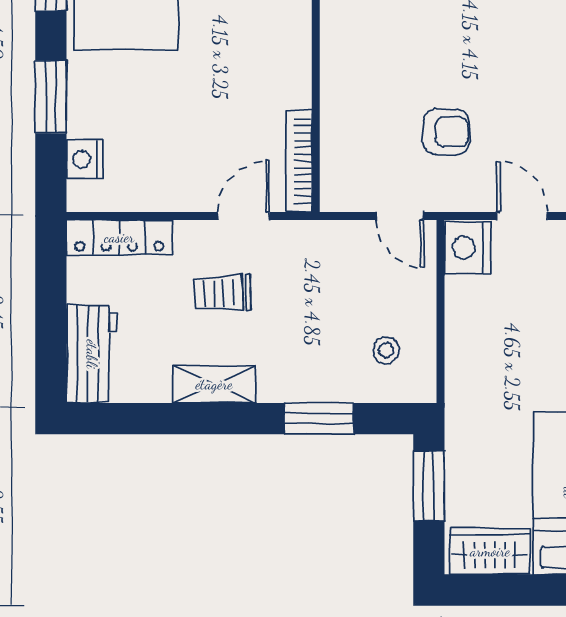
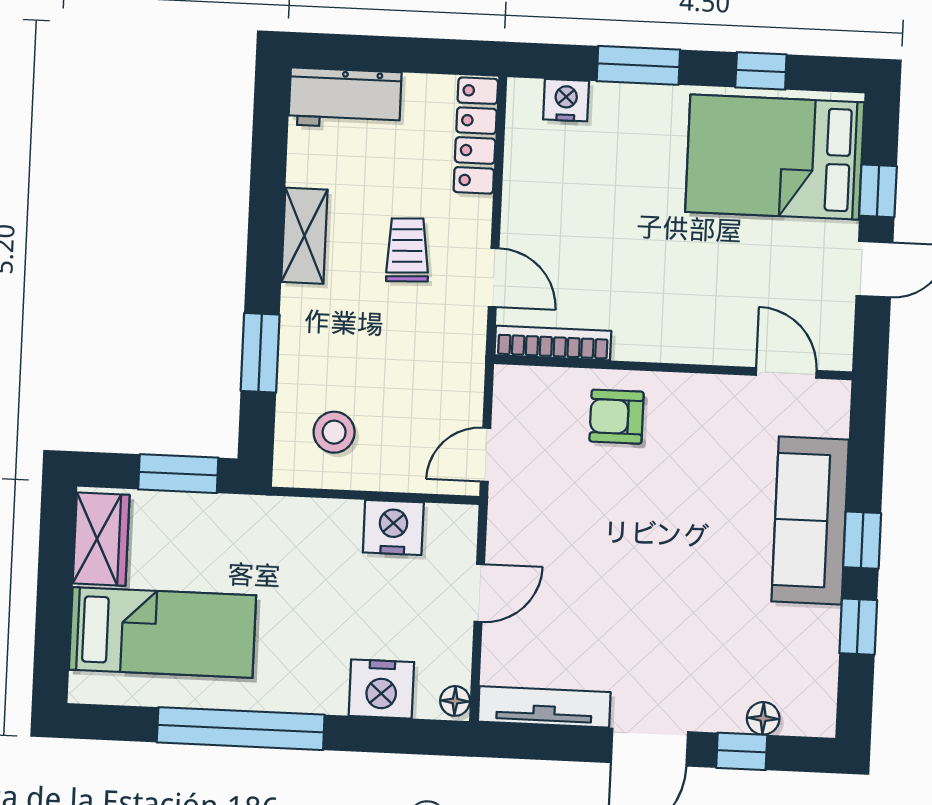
armchair: (446, 132) -> (617, 417), moved, turned 90
nightstand: (468, 248) -> (393, 527), moved
stool: (386, 350) -> (334, 432), width x1.37, depth x1.37

